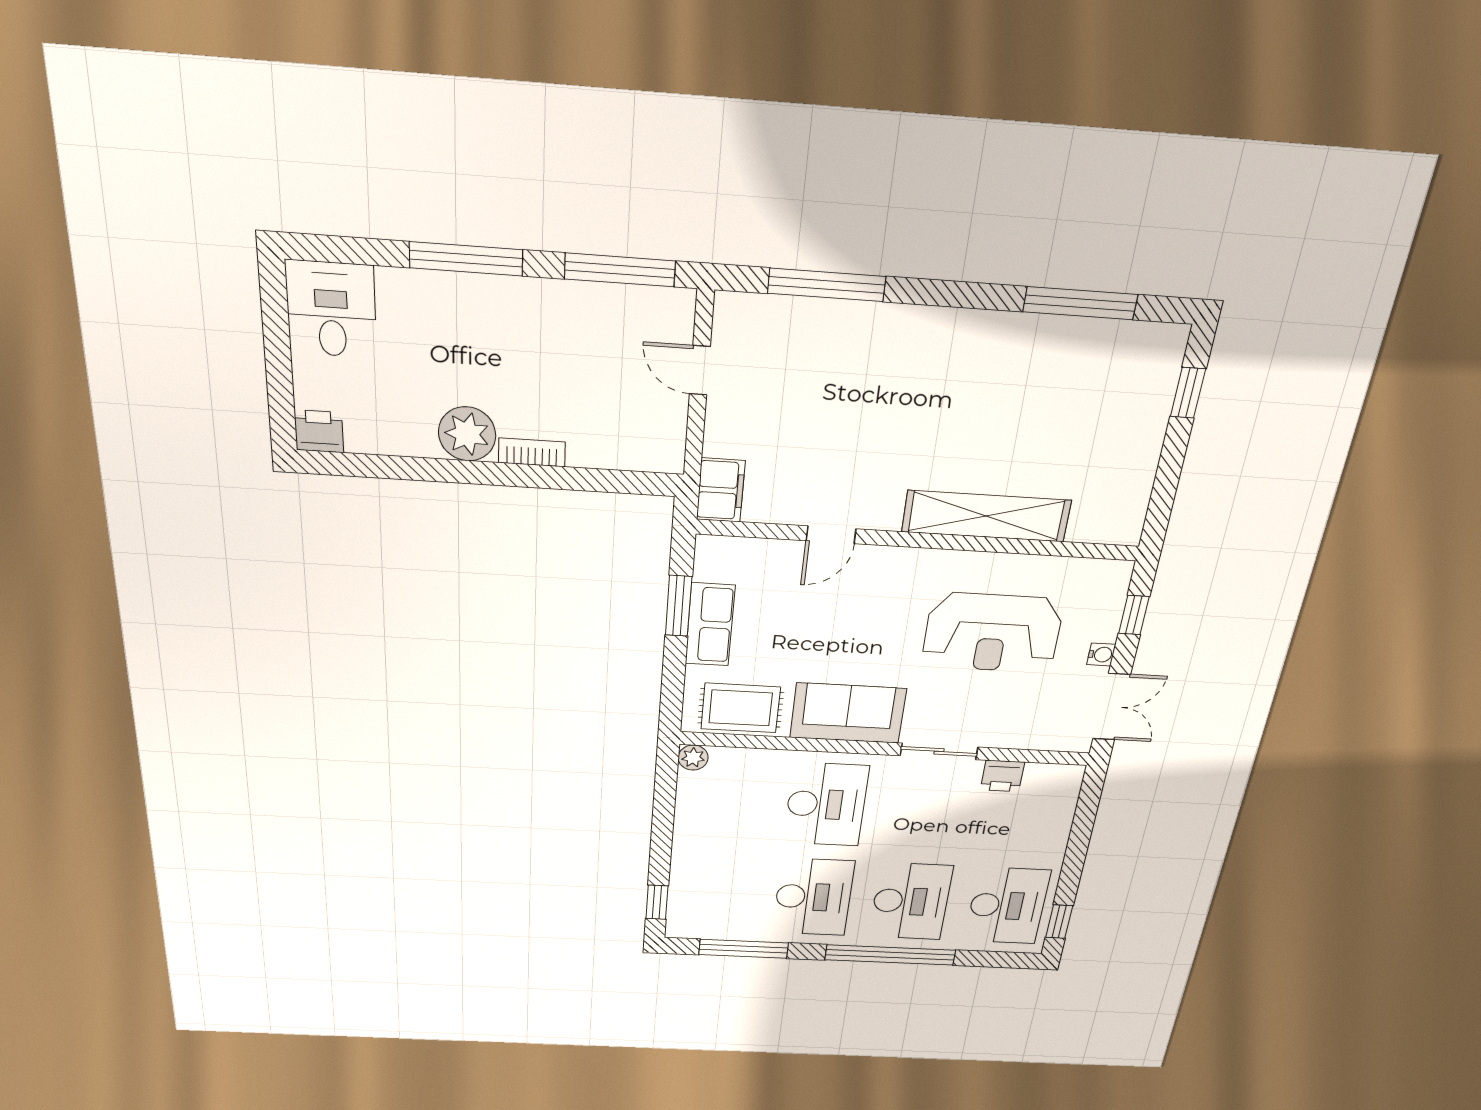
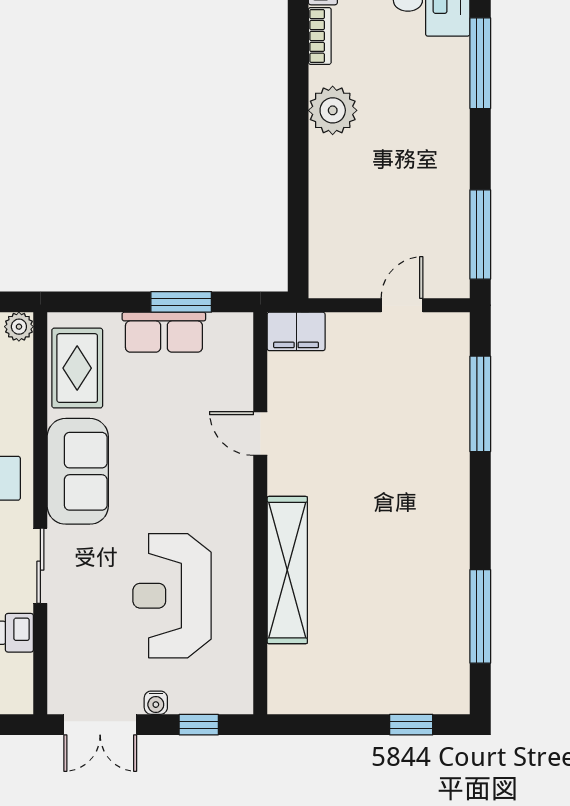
window: (466, 259) -> (480, 63), moved
bookcase: (532, 452) -> (320, 36), moved

